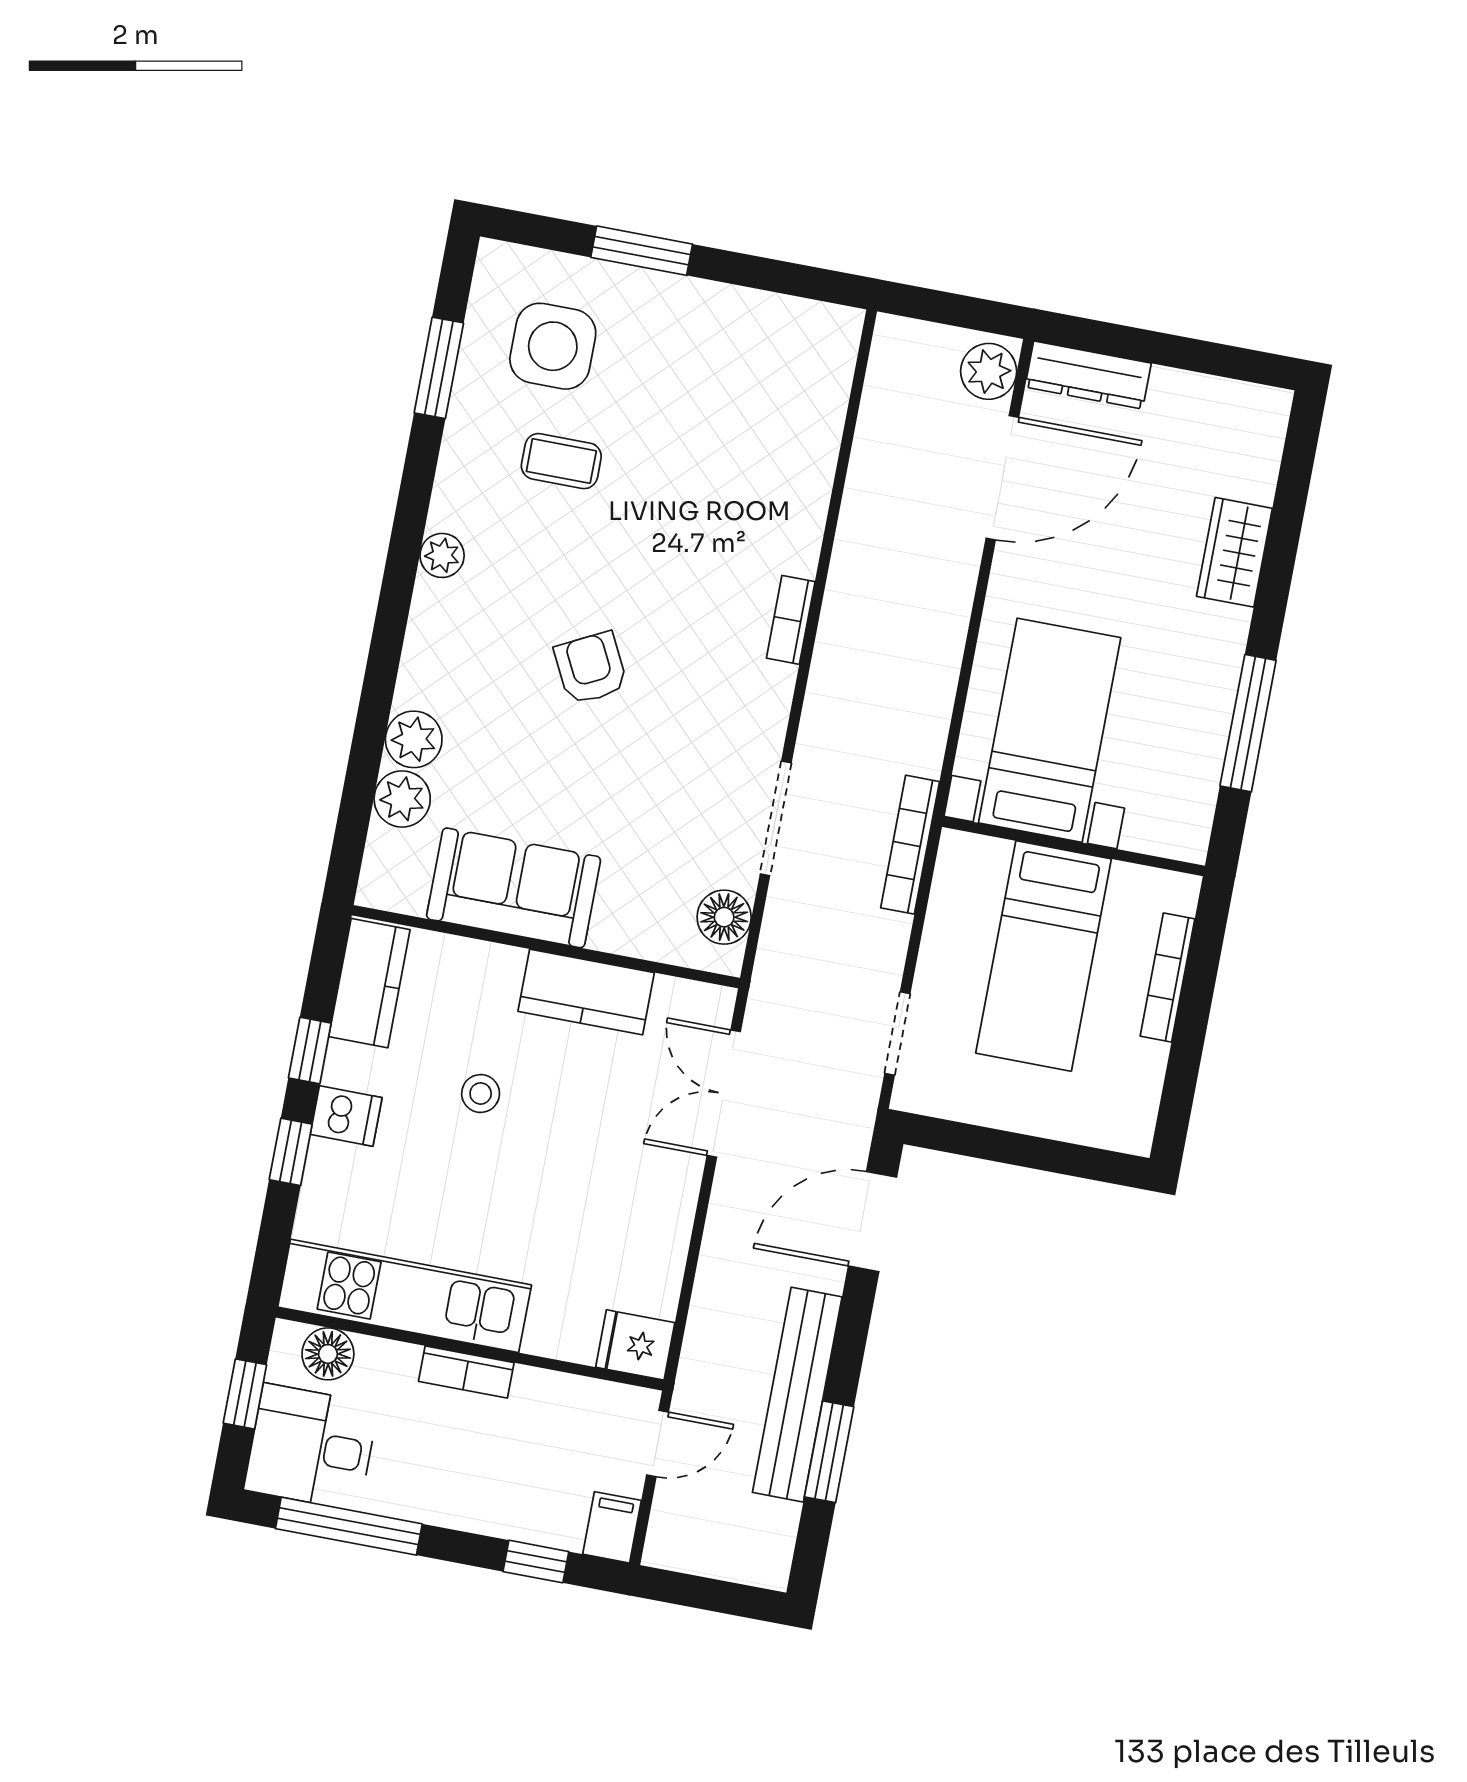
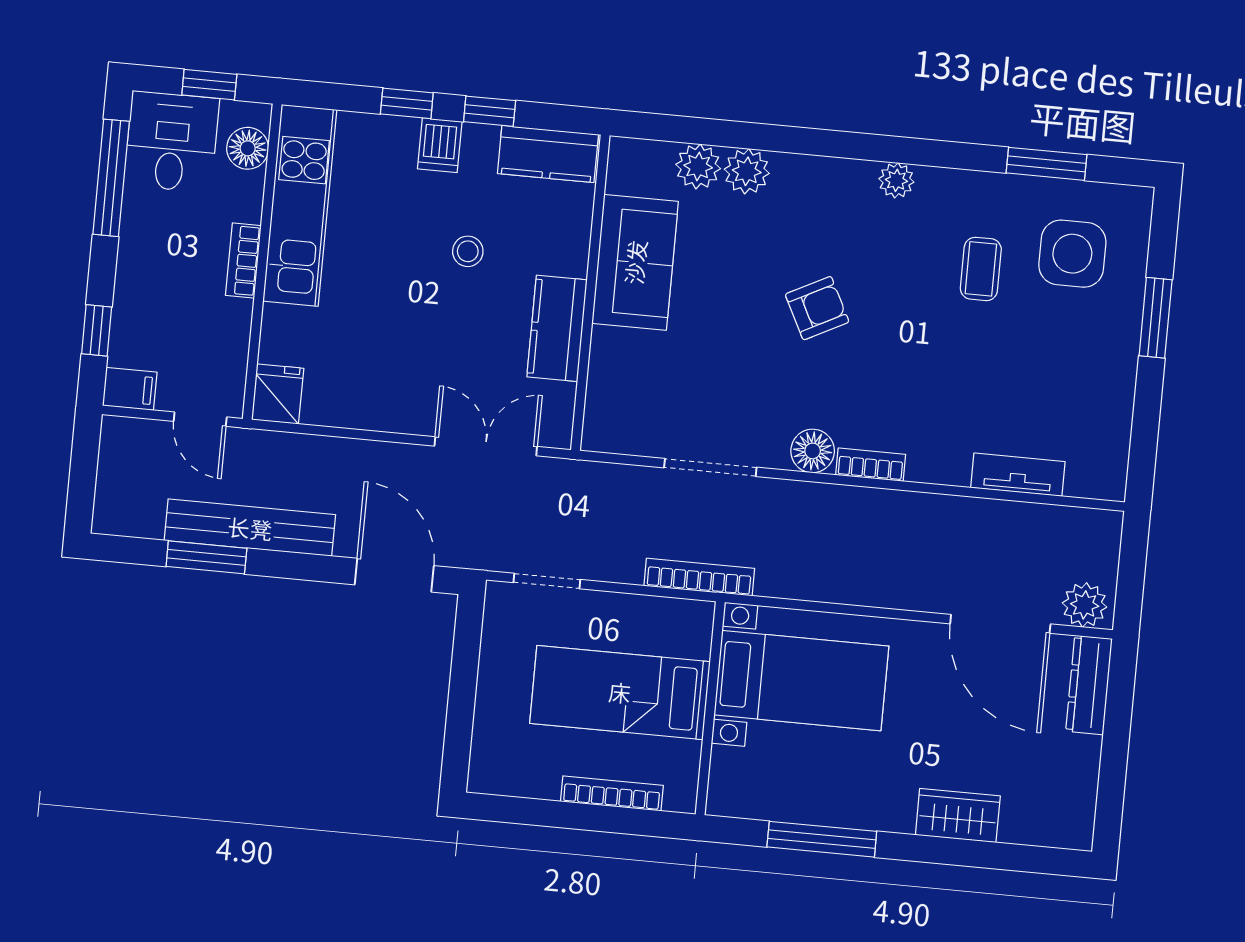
tv unit: (820, 439) -> (1018, 475), added
floor lamp: (724, 917) -> (813, 451), moved

